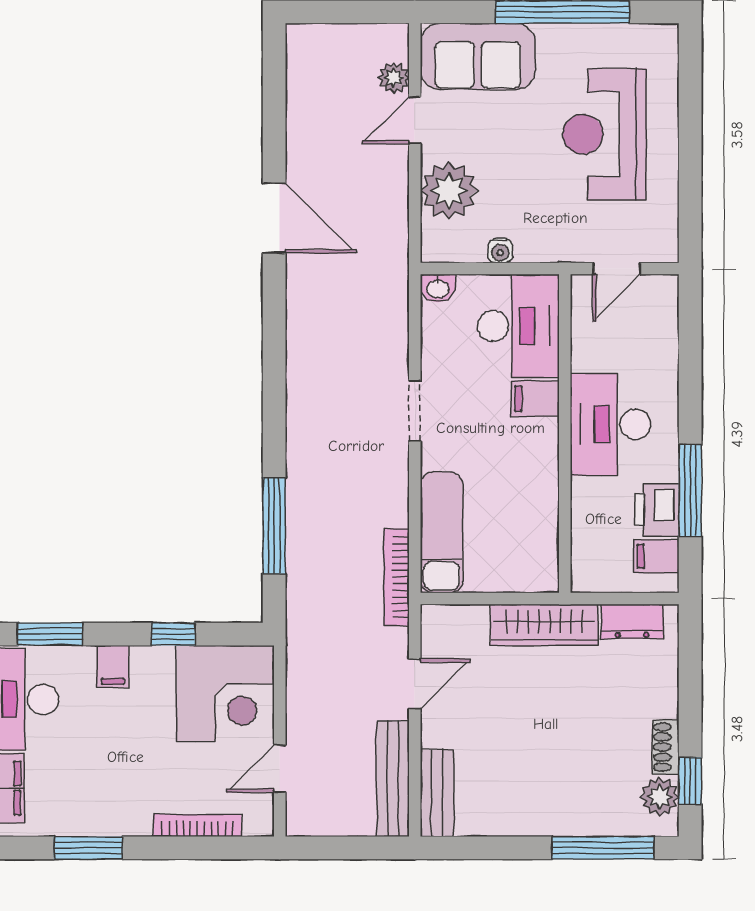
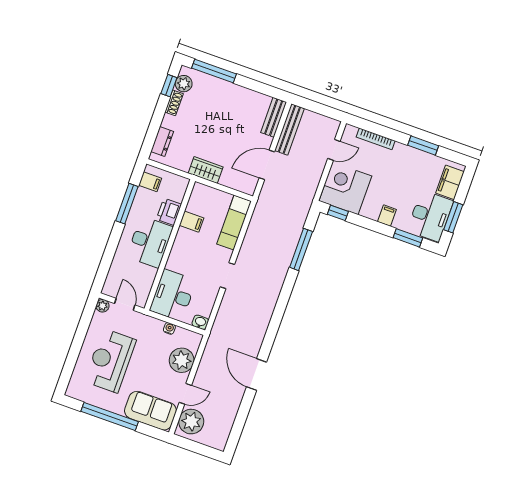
plant: (394, 78) -> (191, 422), width x1.87, depth x1.87
reception desk: (604, 134) -> (110, 361), turned 180
plant: (664, 248) -> (102, 306), added
door: (617, 269) -> (125, 304), hinge flipped
filing cabinet: (535, 399) -> (192, 222), moved
printer: (657, 510) -> (169, 212), moved, turned 180
bookcase: (397, 577) -> (259, 211), removed
dresser: (632, 621) -> (162, 141), moved, turned 90
wardrobe: (544, 625) -> (206, 170), width x0.67
window: (173, 634) -> (338, 213), moved
door: (415, 684) -> (267, 165), width x1.38

